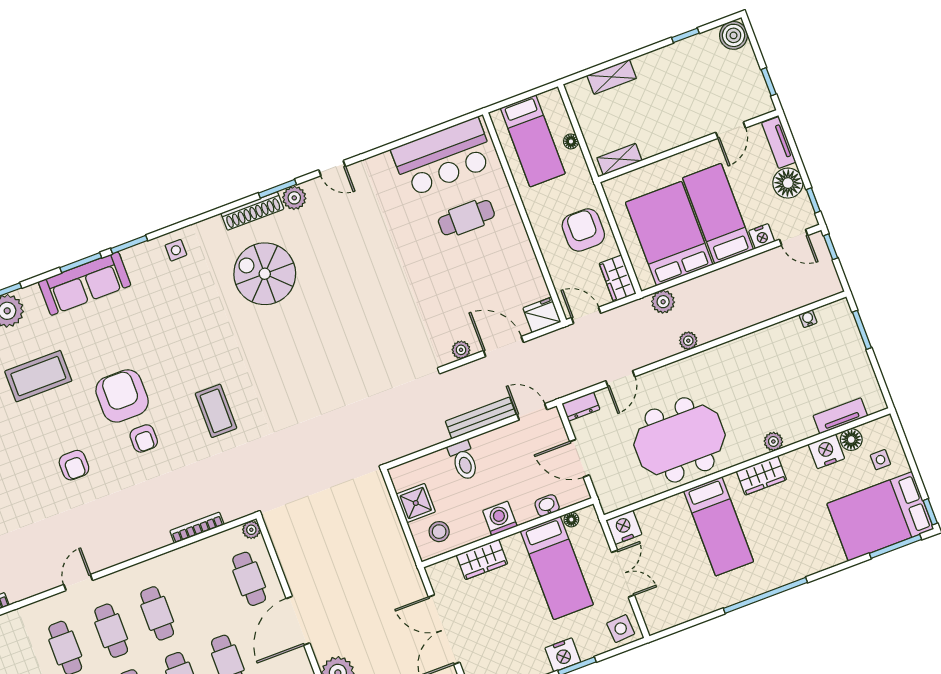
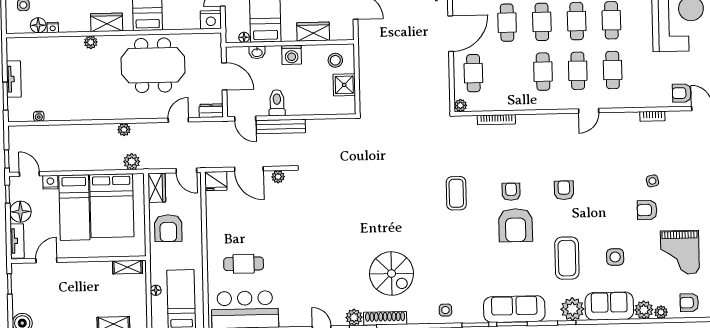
coffee table: (38, 376) -> (567, 258), turned 90
tv unit: (840, 416) -> (14, 79), moved, turned -90
nightstand: (826, 451) -> (53, 27), width x0.53, depth x0.56
toilet: (463, 460) -> (277, 103), moved

